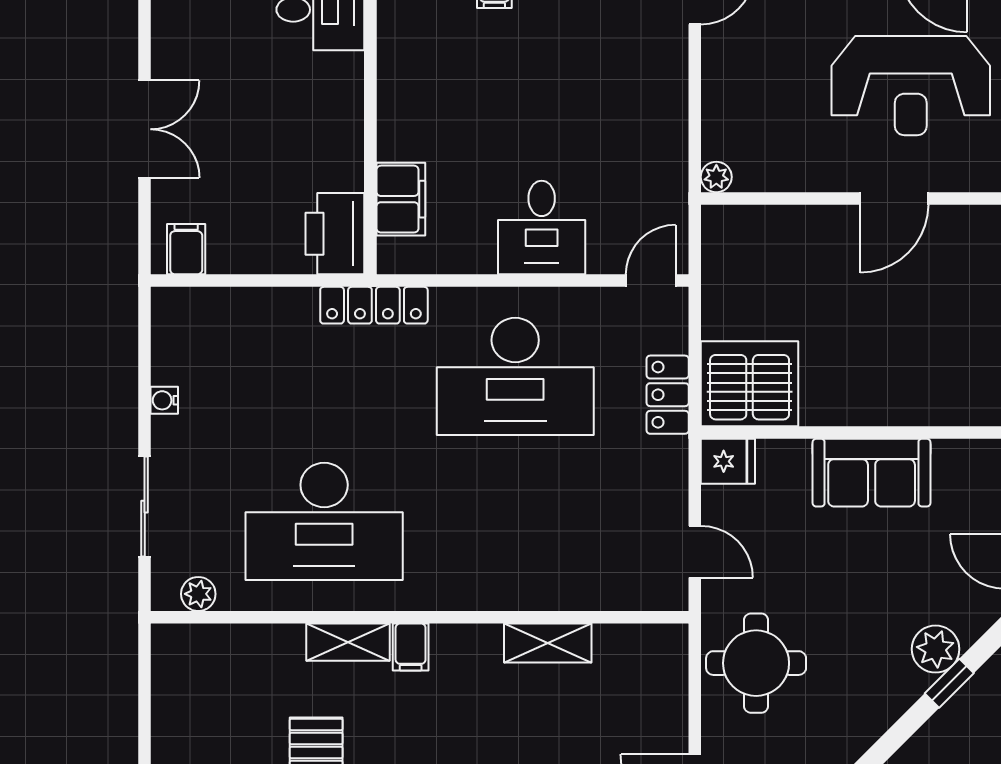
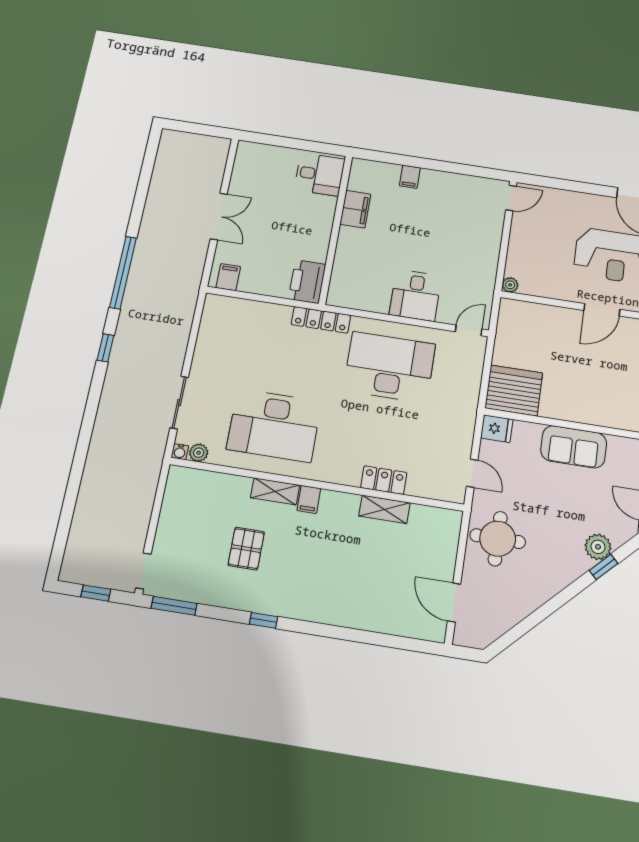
filing cabinet: (401, 199) -> (355, 209), moved
desk: (515, 376) -> (389, 367), turned 180
locker: (668, 395) -> (384, 480), moved, turned 90
water cooler: (164, 400) -> (180, 452), moved, turned -90

